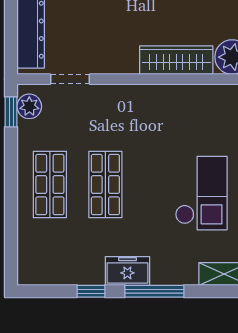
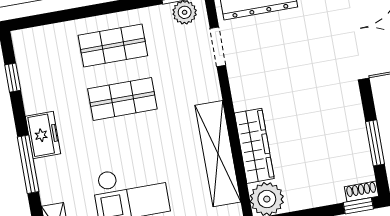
shelving: (178, 98) -> (218, 154), added
window: (91, 291) -> (13, 78), moved

